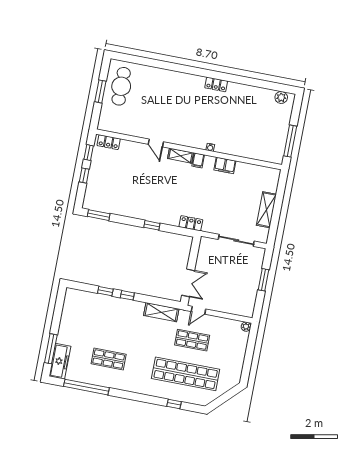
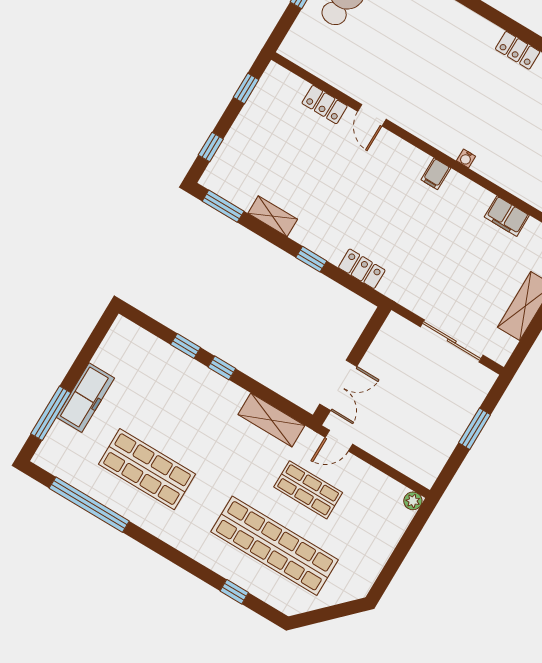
locker: (109, 142) -> (325, 105), moved
shelving: (181, 156) -> (273, 216), moved
filing cabinet: (225, 165) -> (507, 216), moved
window: (84, 175) -> (211, 147), moved
locker: (191, 223) -> (362, 269), moved
shop shelf: (109, 359) -> (147, 469), width x1.43, depth x1.36
freezer: (60, 361) -> (85, 398), moved

